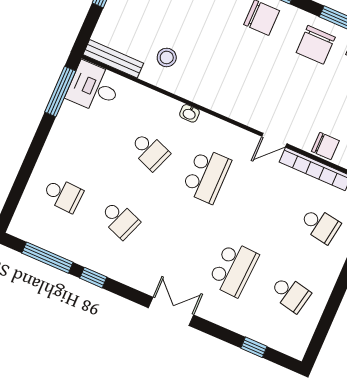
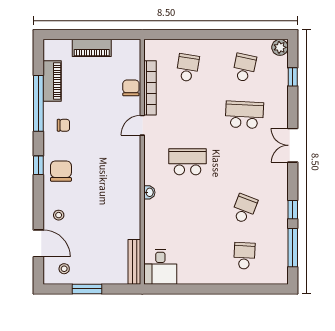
chair: (316, 45) -> (63, 125), width x0.54, depth x0.54
stool: (167, 57) -> (117, 225), removed
window: (60, 92) -> (173, 289), removed
door: (274, 140) -> (142, 125), swing flipped
school desk: (150, 151) -> (188, 209), removed
plant: (296, 347) -> (280, 47), added

